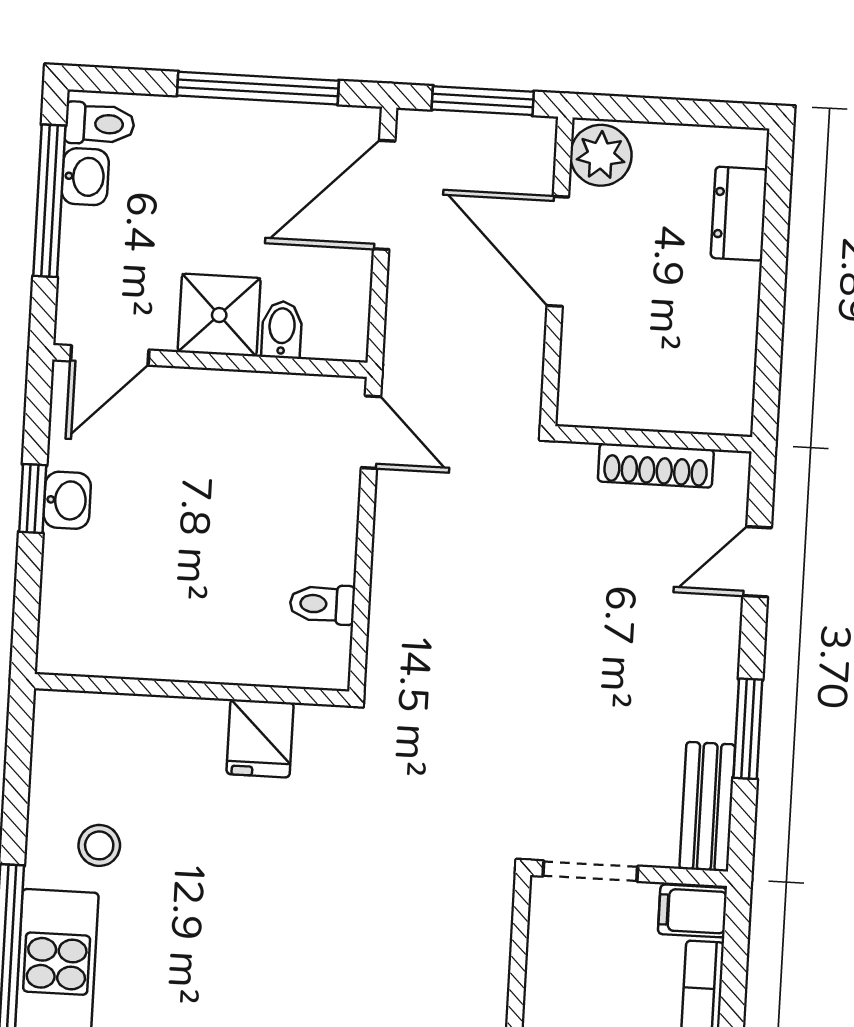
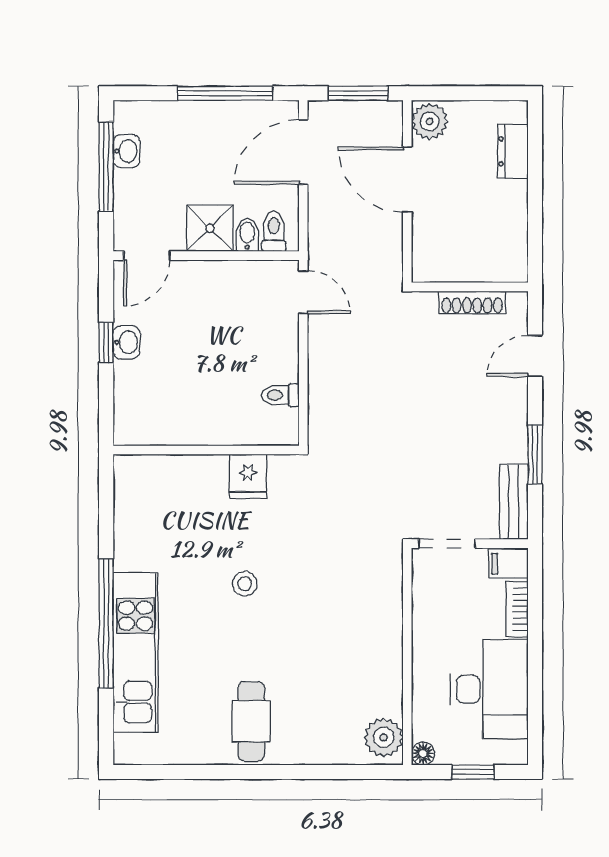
toilet: (100, 124) -> (274, 231), moved, turned -90
stool: (99, 845) -> (245, 584), moved

